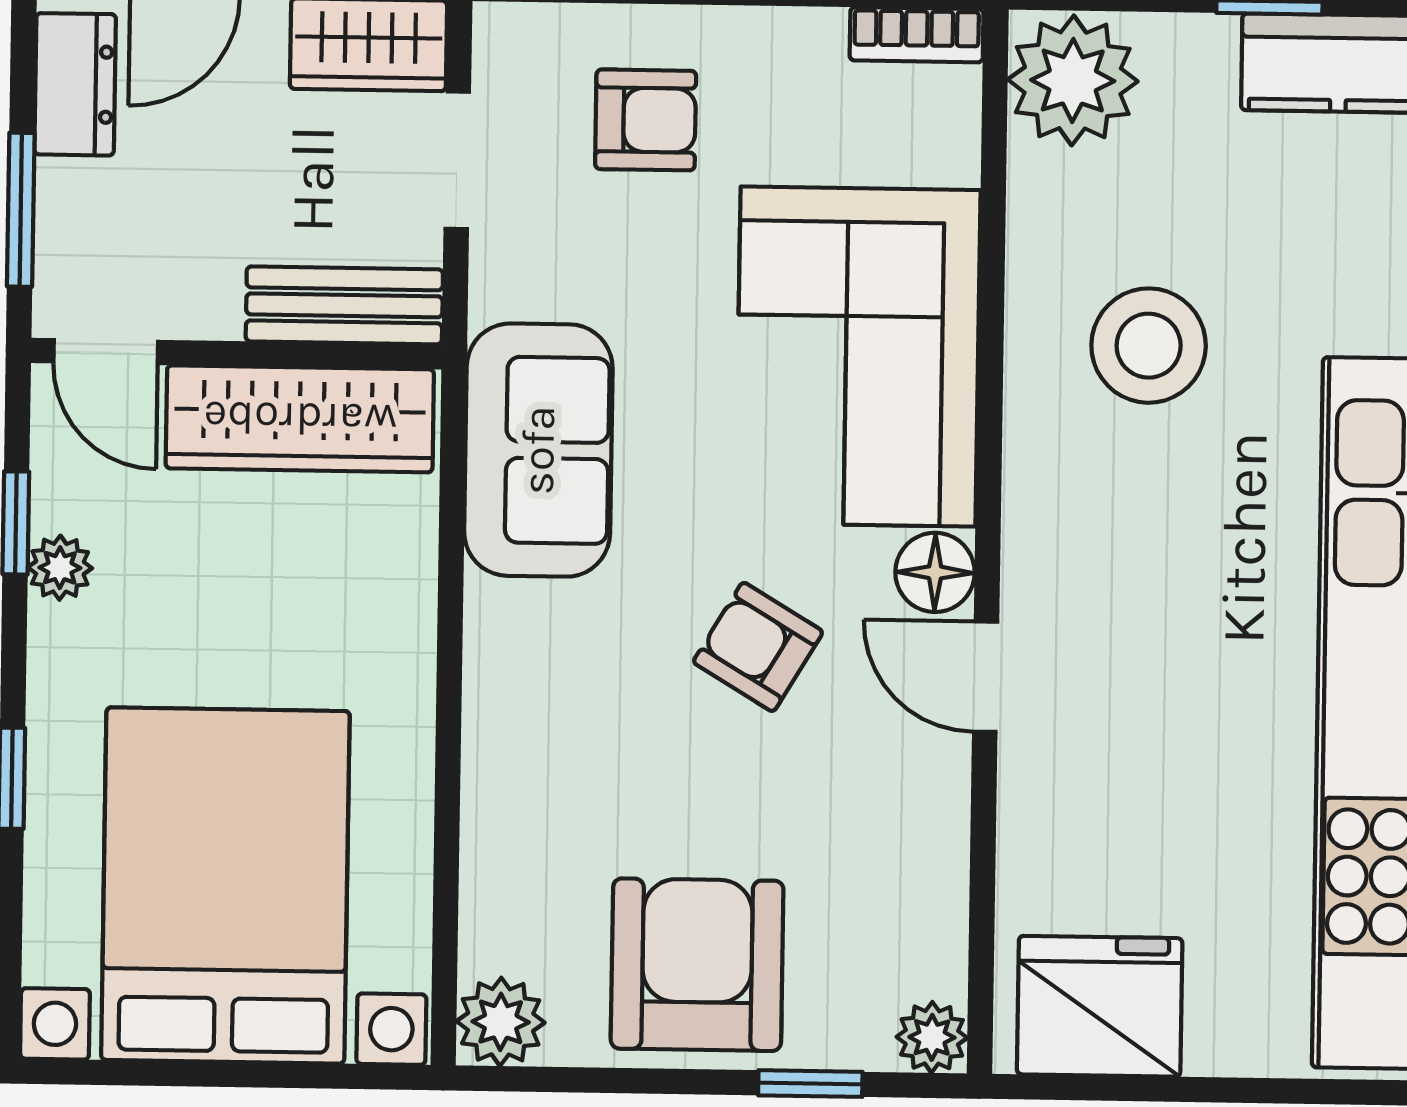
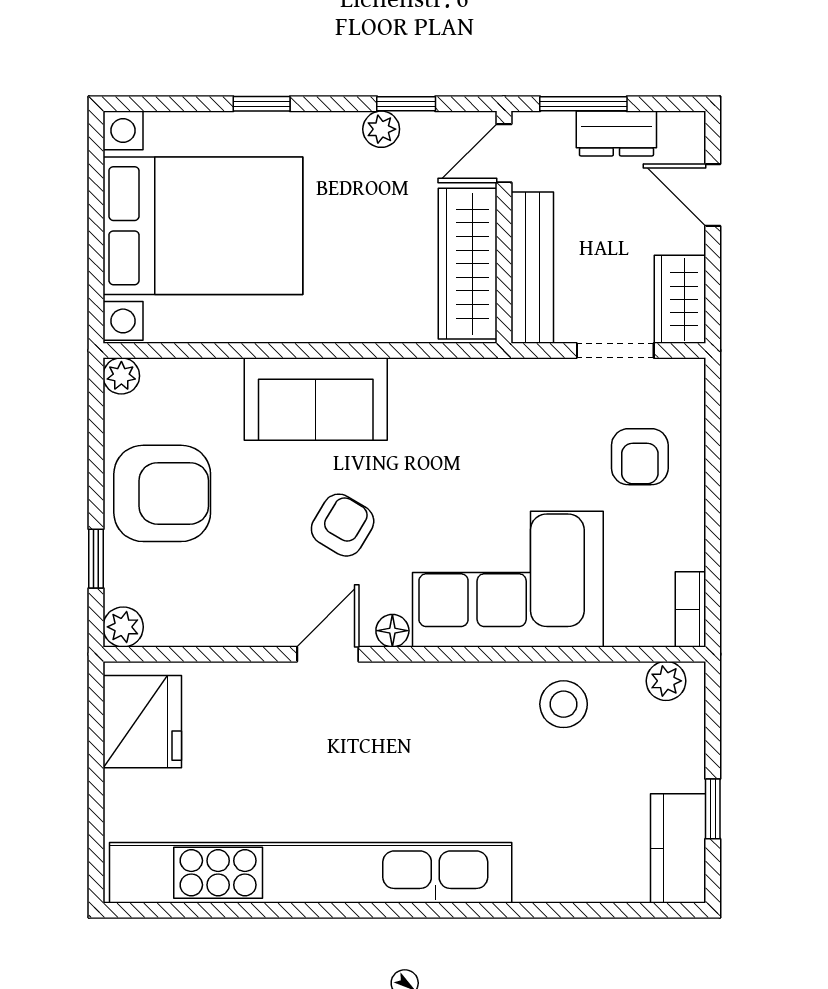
plant: (1073, 80) -> (666, 681), width x0.53, depth x0.53
dresser: (75, 84) -> (616, 133), moved
bench: (344, 305) -> (532, 268), width x1.36
stool: (1149, 346) -> (564, 704), moved, width x0.73, depth x0.73
sofa: (538, 450) -> (316, 399), moved
floor lamp: (935, 572) -> (392, 631), width x0.73, depth x0.73
plant: (501, 1022) -> (121, 376), width x0.73, depth x0.73

